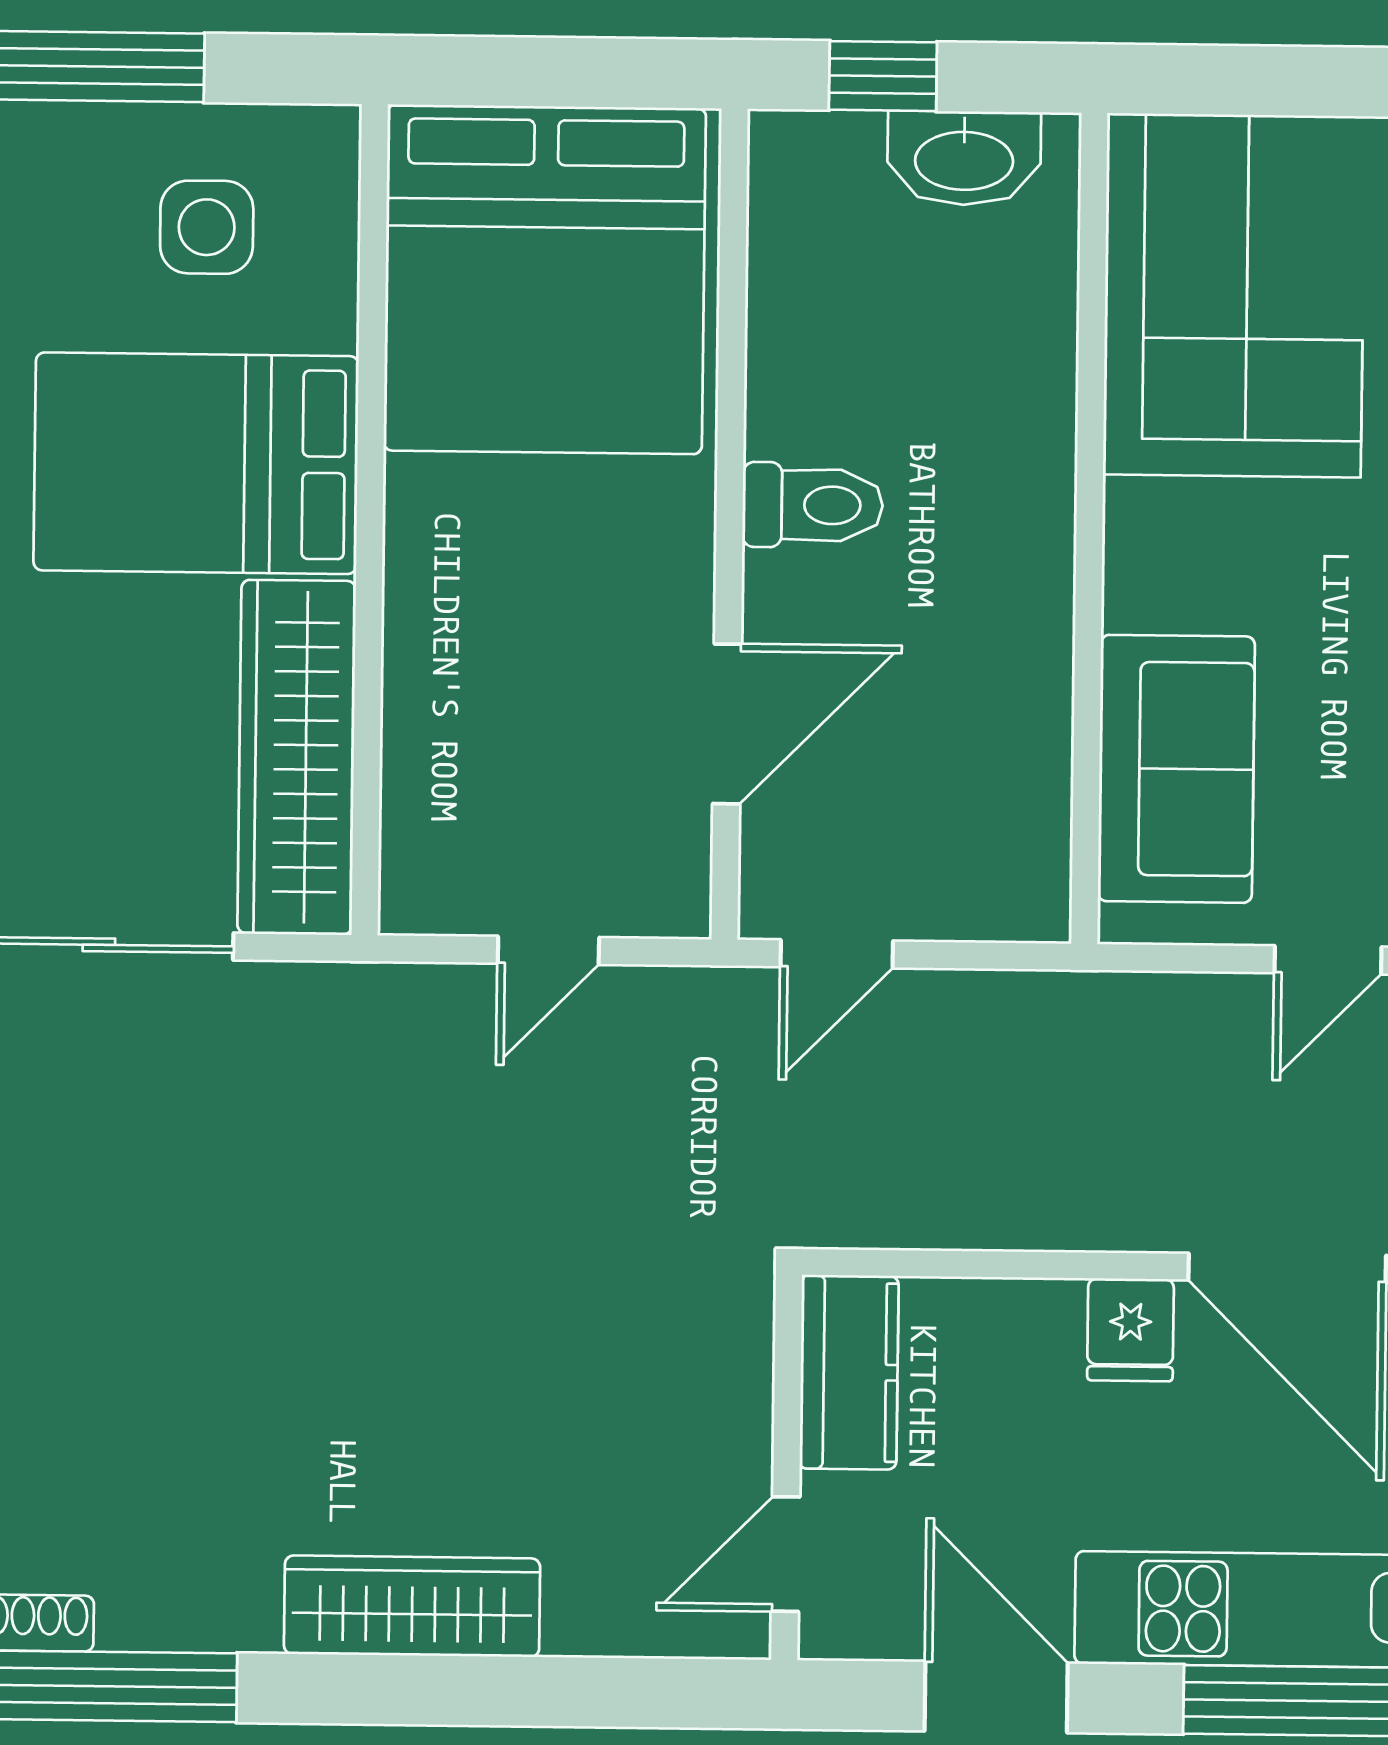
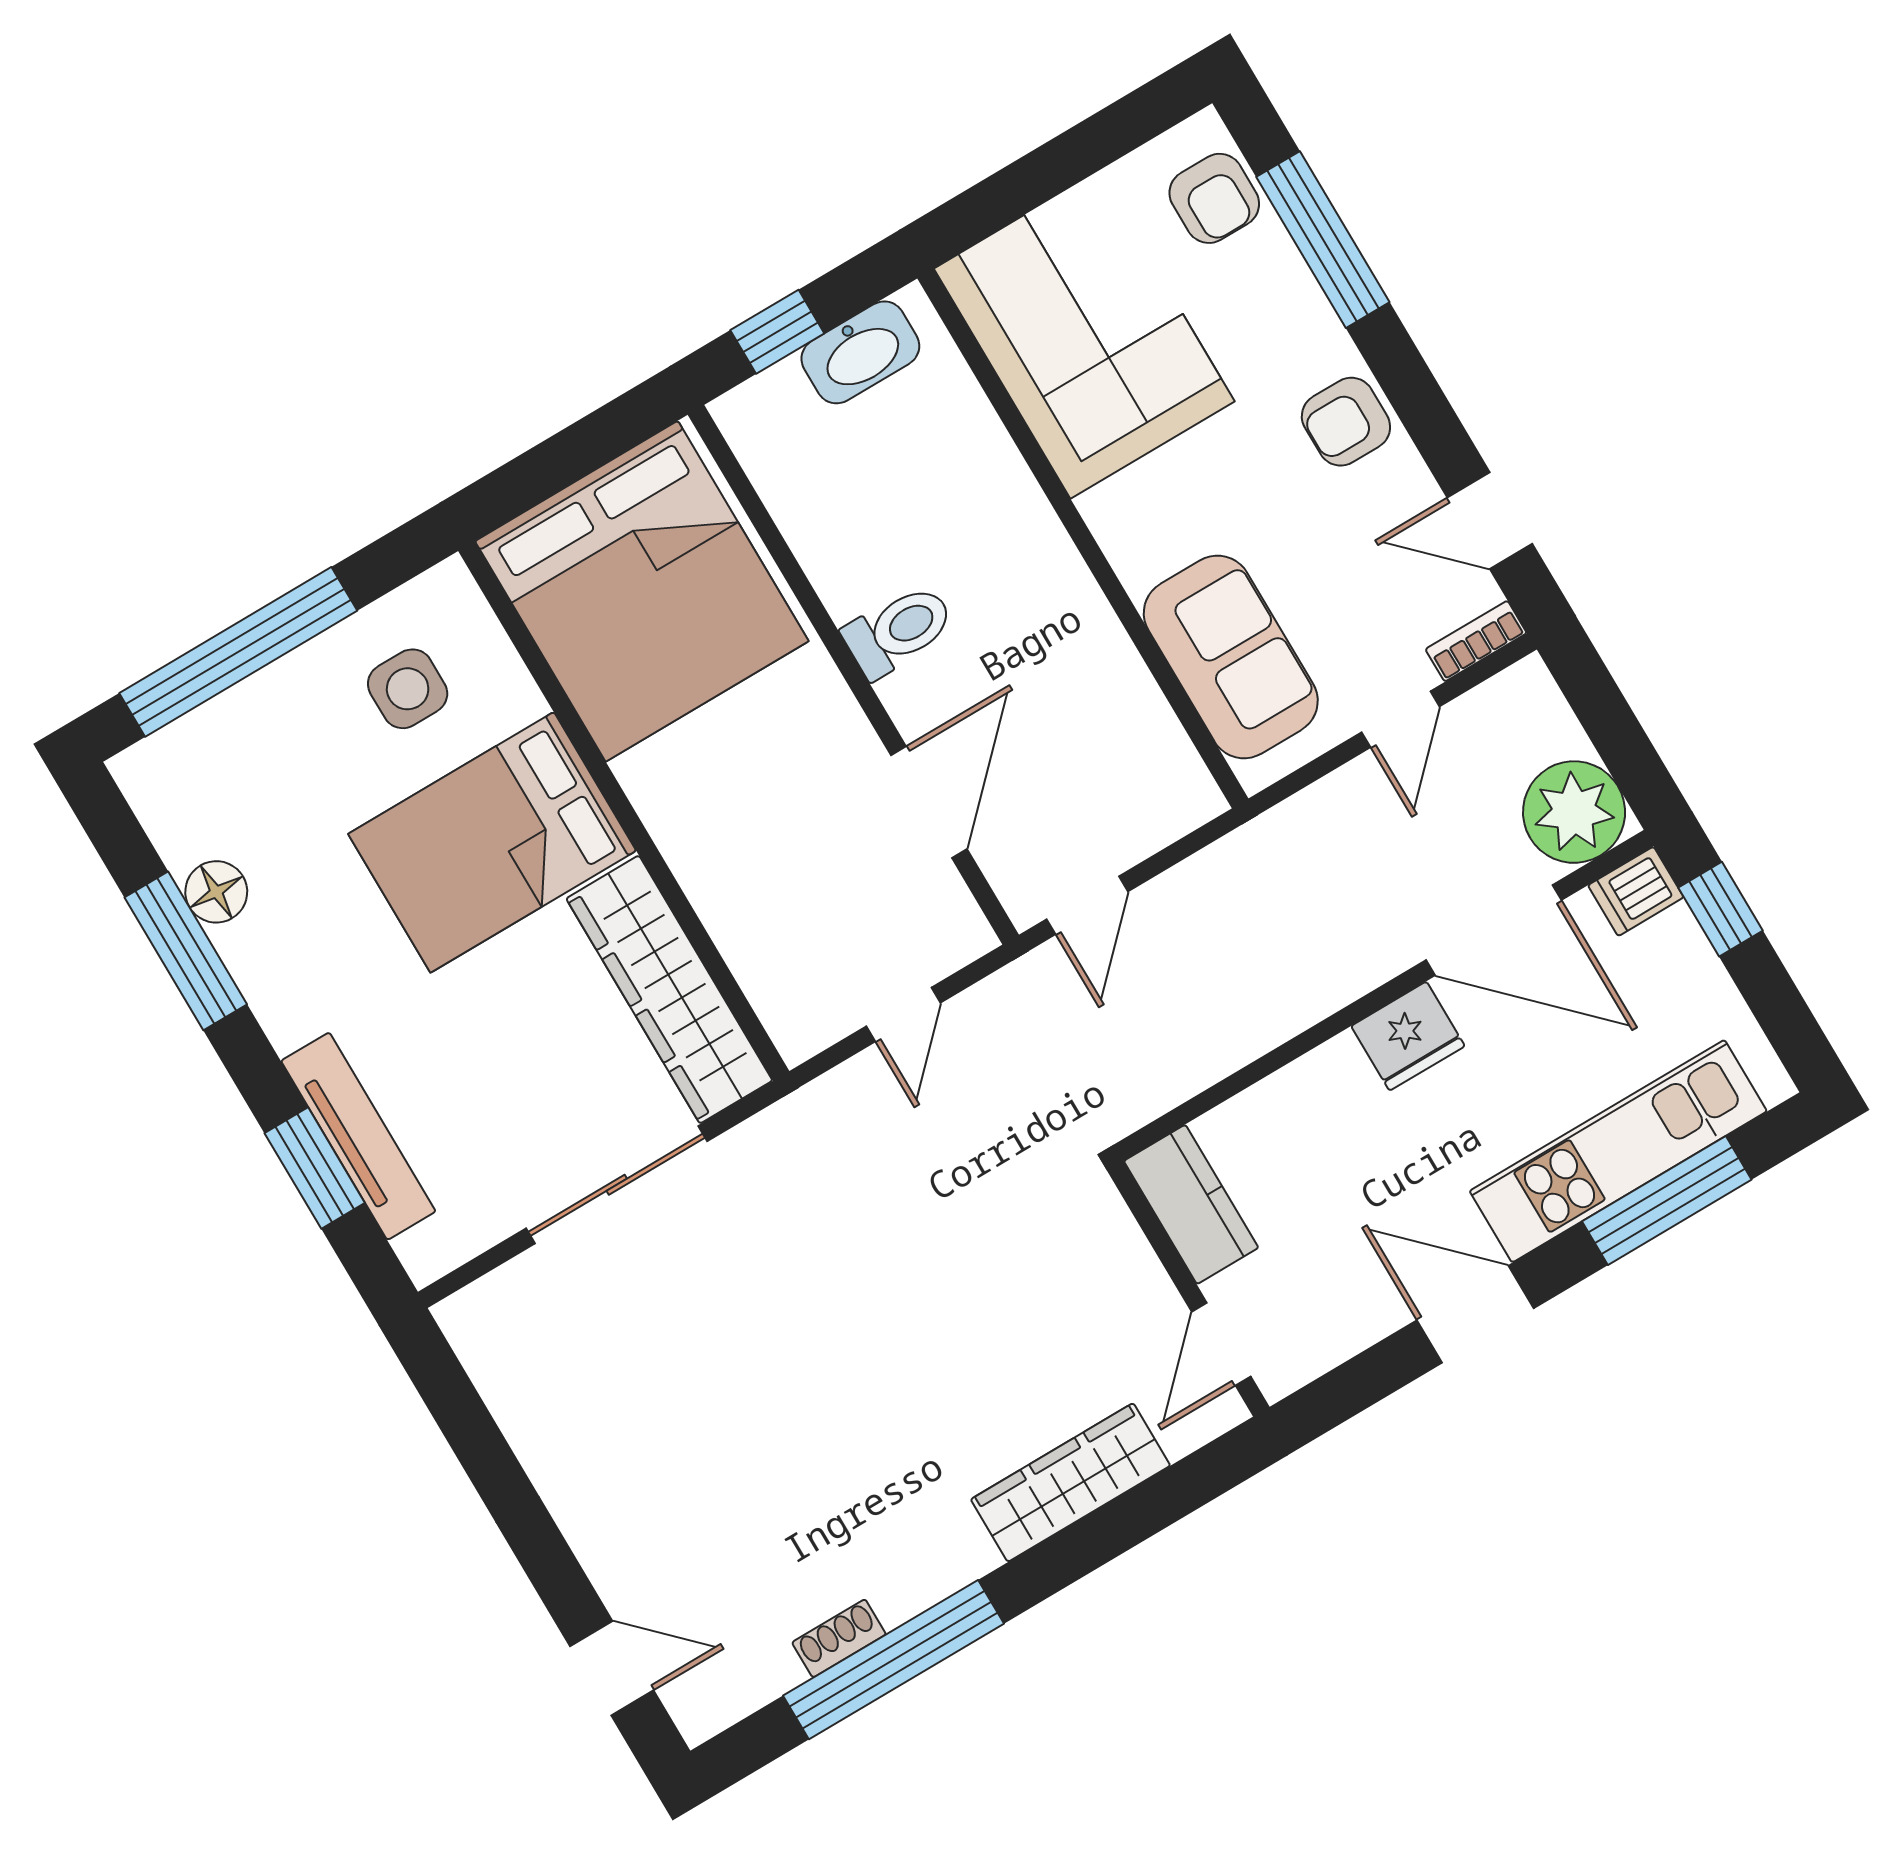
fridge: (1130, 1330) -> (1408, 1036), width x1.38
kitchen counter: (849, 1372) -> (1191, 1204), moved
wall: (787, 1467) -> (1188, 1289), moved
door: (786, 1554) -> (1221, 1344), moved

